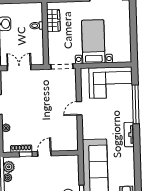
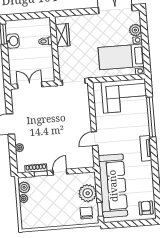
plant: (125, 19) -> (135, 30), added
bed with nightstands: (93, 42) -> (121, 57), moved, turned -90
door: (79, 108) -> (95, 139), moved
plant: (70, 175) -> (88, 193), added

